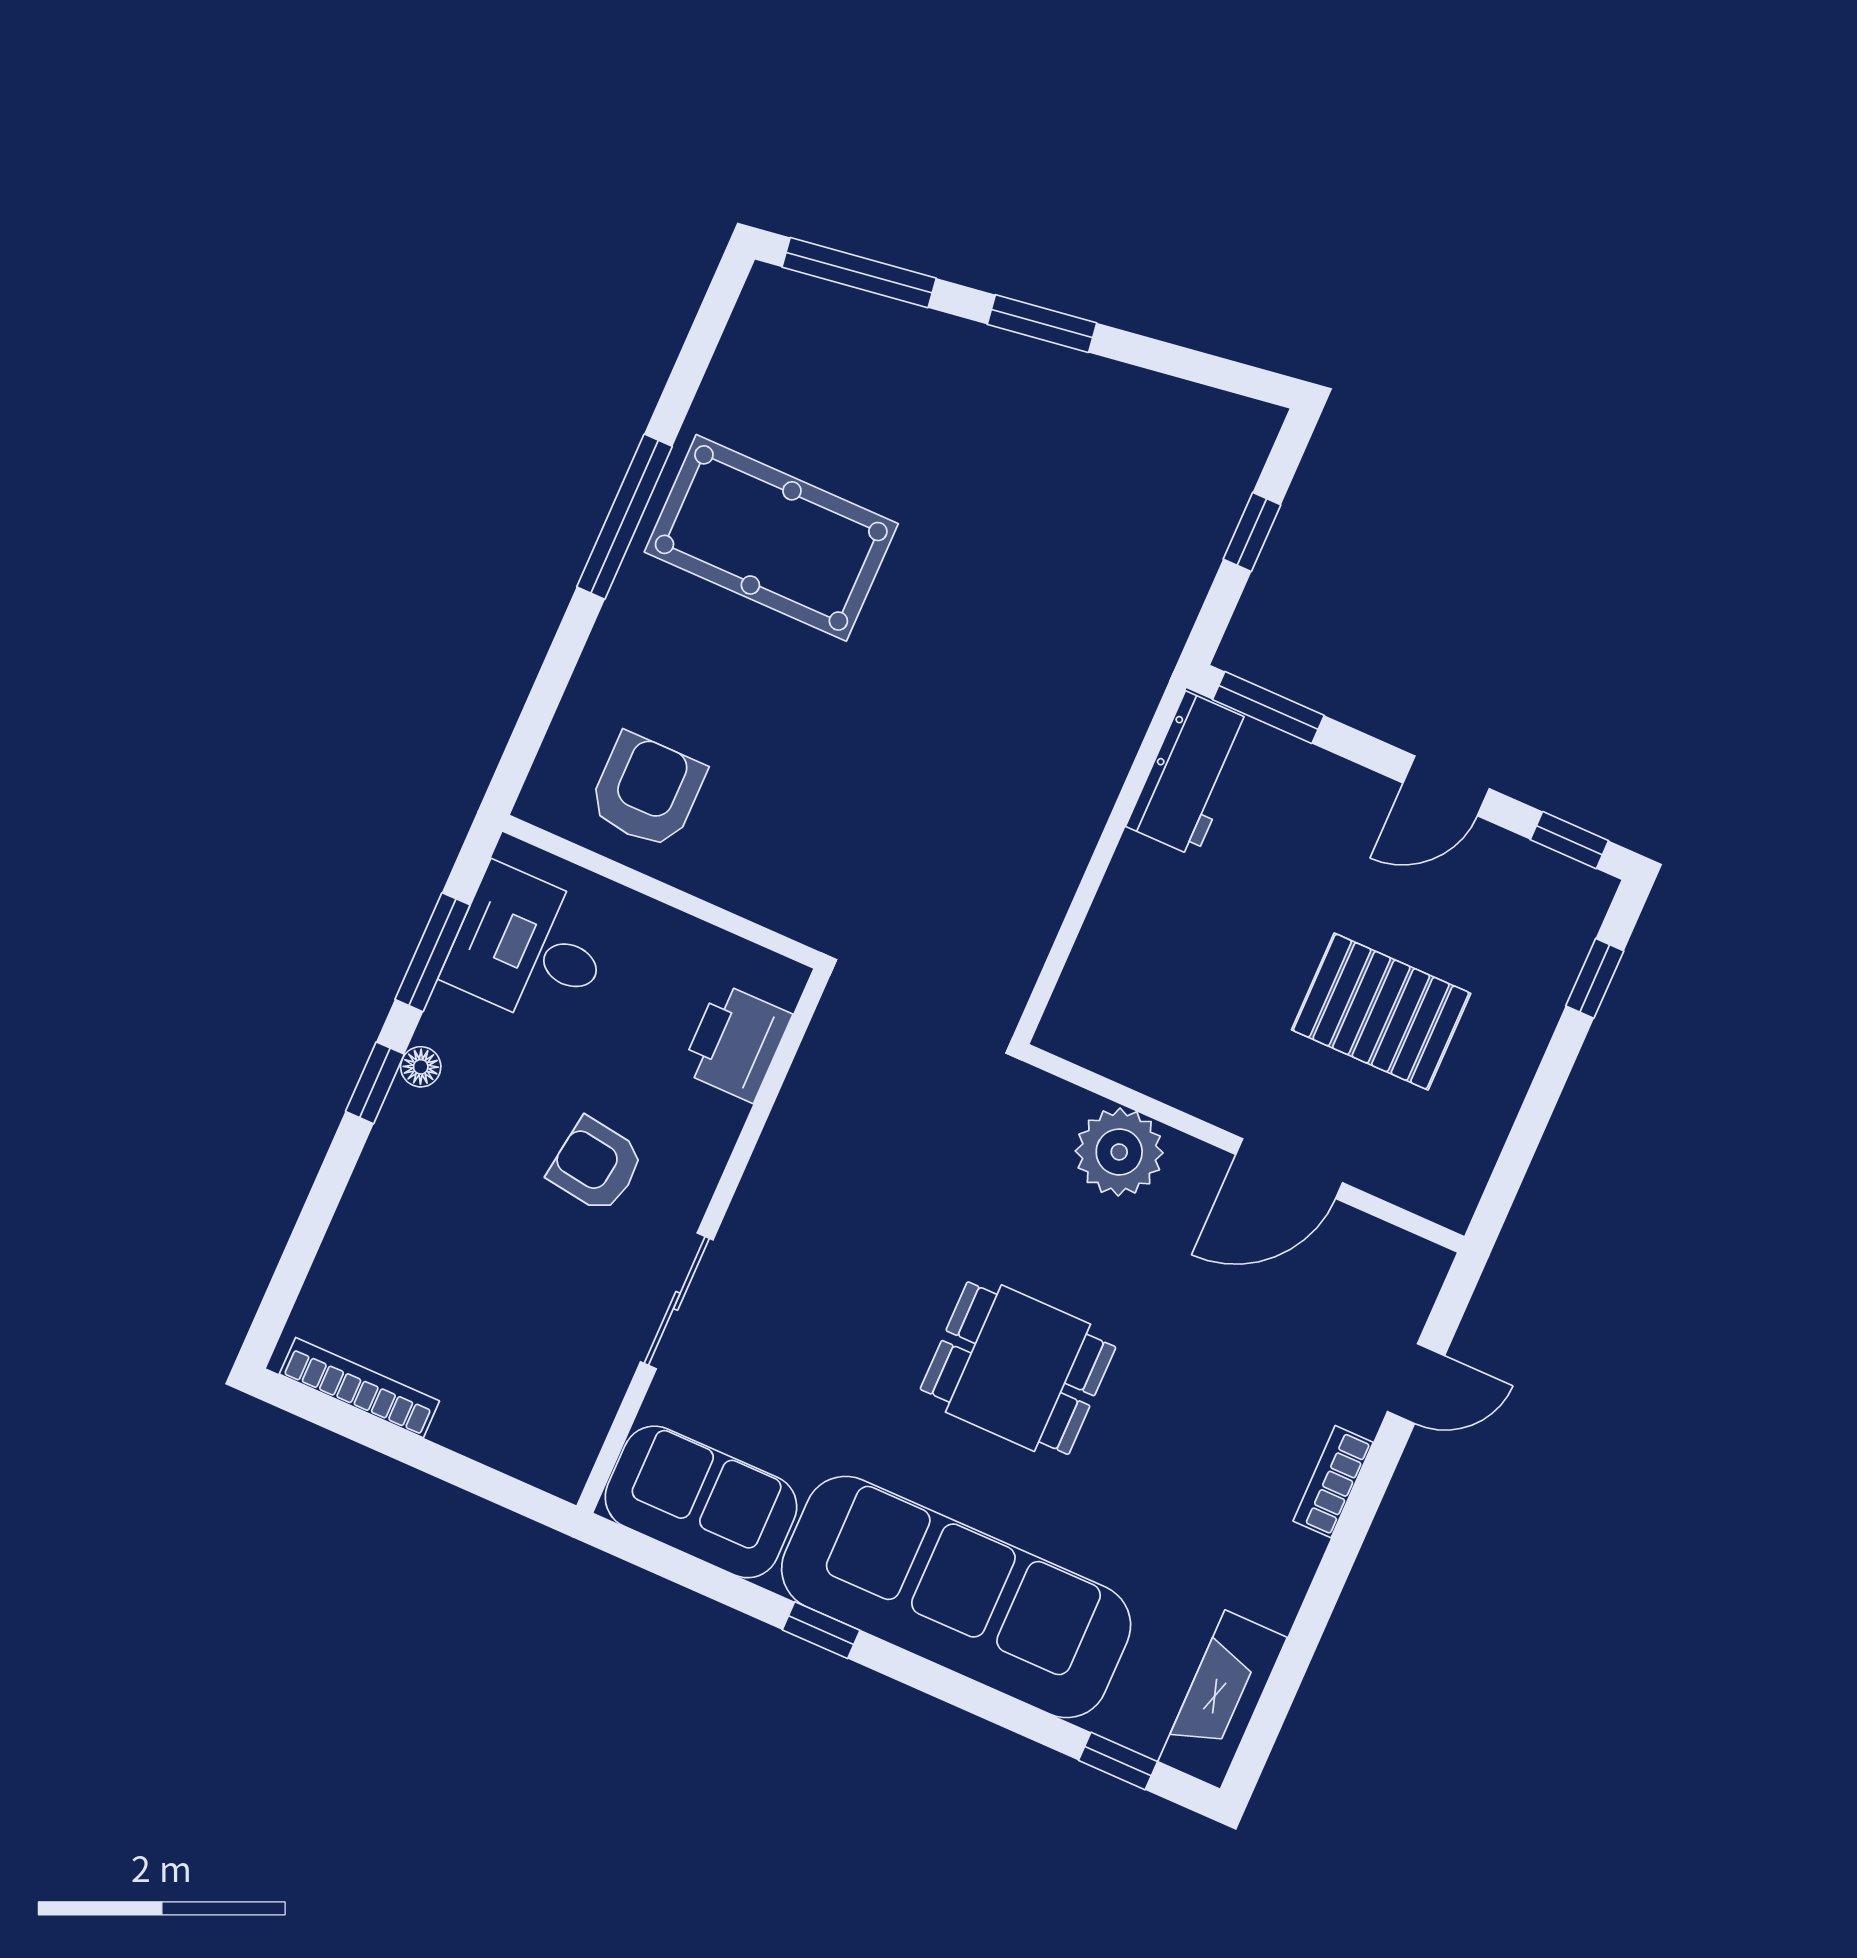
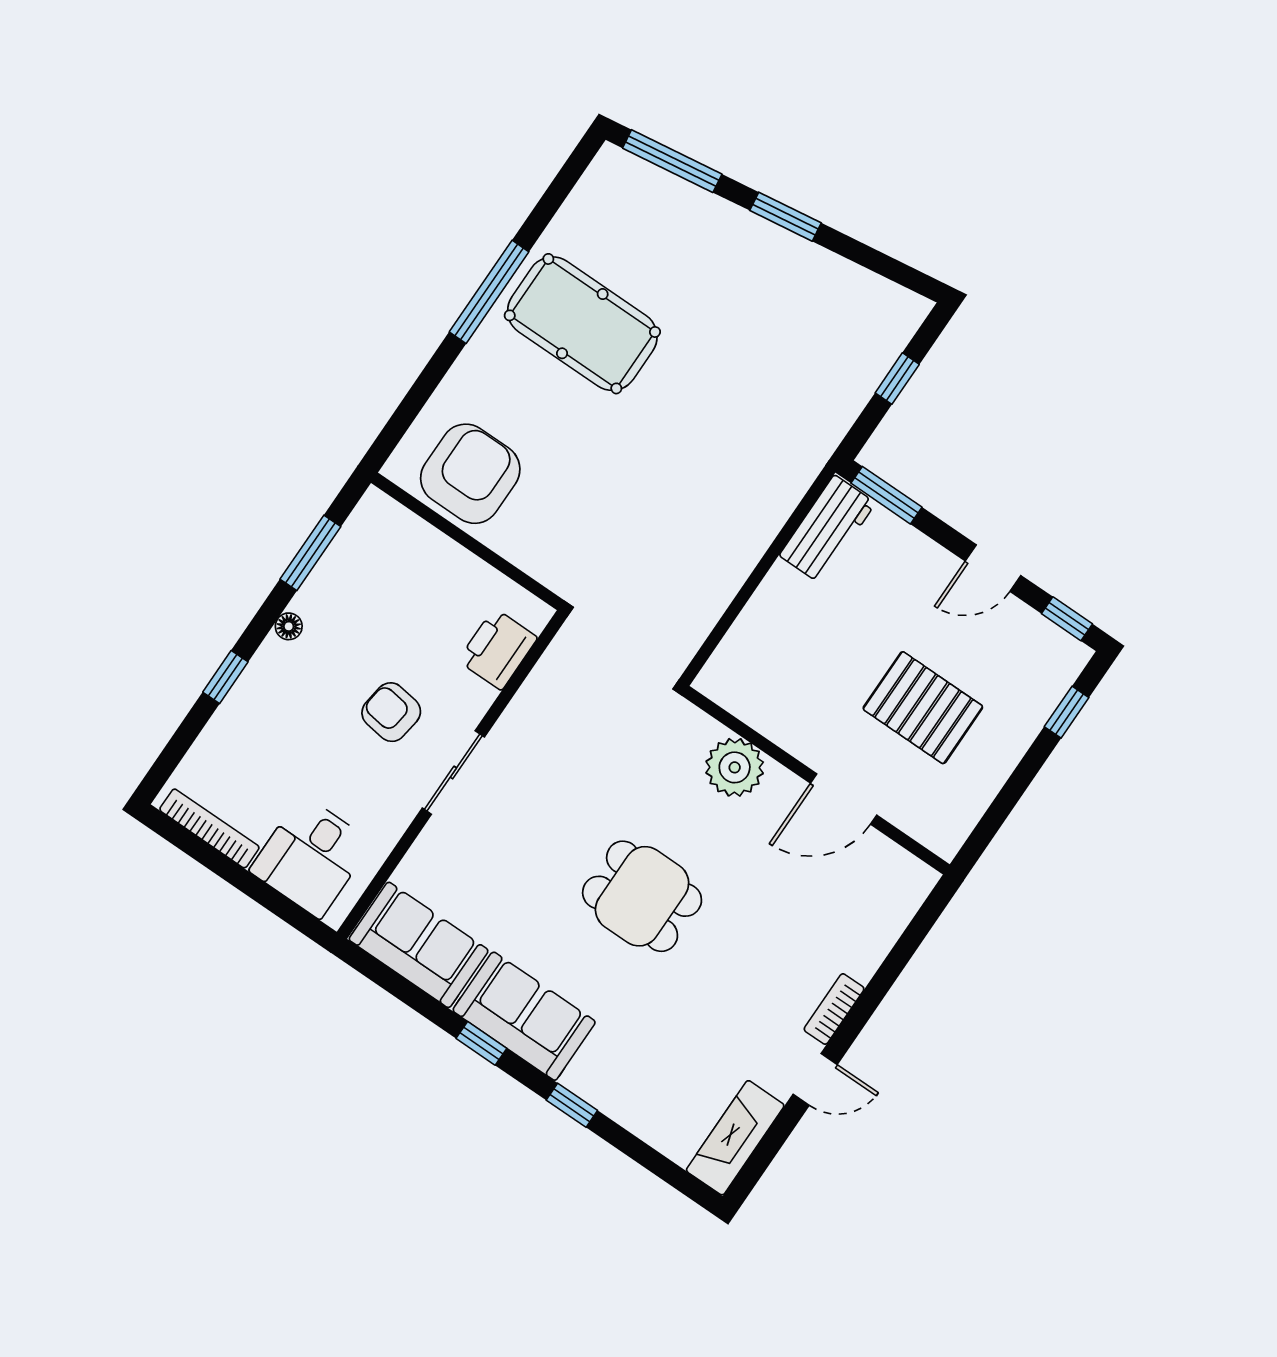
armchair: (647, 791) -> (470, 474), width x1.36, depth x1.36
desk: (529, 947) -> (311, 857), moved, turned -90
window: (375, 1083) -> (225, 677), moved
sliding door: (677, 1301) -> (453, 773), moved
door: (1416, 1384) -> (815, 1079), moved
sofa: (956, 1597) -> (524, 1016), width x0.54, depth x0.79
window: (1118, 1761) -> (572, 1105), moved

